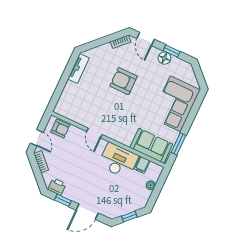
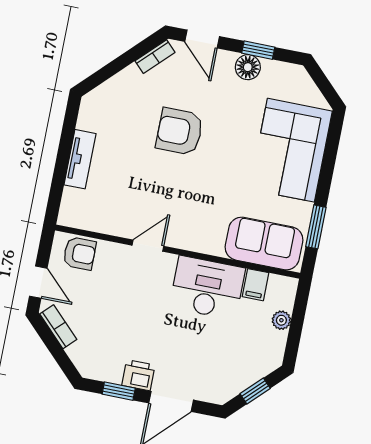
tv unit: (78, 68) -> (80, 159), moved
door: (94, 133) -> (148, 246), swing flipped
printer: (57, 187) -> (138, 375), moved

